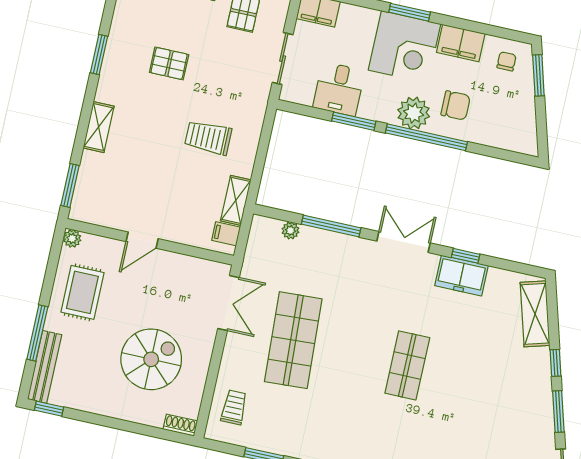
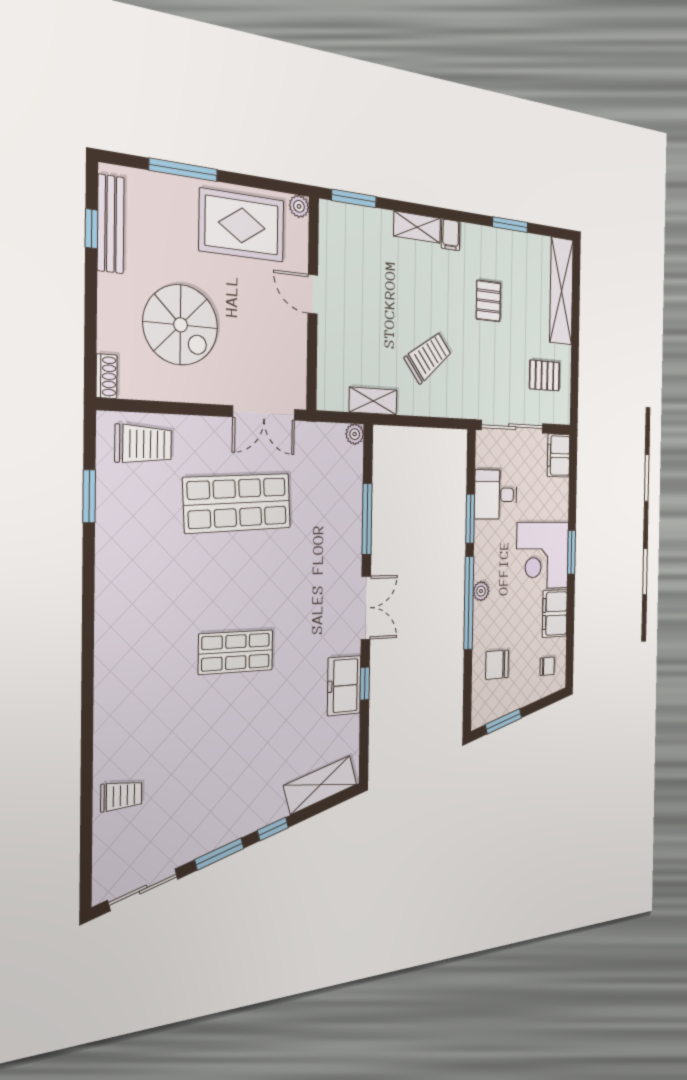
window: (99, 55) -> (510, 225), moved
sliding door: (283, 59) -> (512, 427), width x1.37
window: (538, 75) -> (504, 721), moved
chair: (456, 105) -> (497, 665), moved, turned 90
plant: (414, 113) -> (481, 591), width x0.53, depth x0.53
trolley: (208, 138) -> (428, 357), turned 52
plant: (290, 231) -> (355, 434), moved
filing cabinet: (226, 234) -> (451, 235), moved, turned 180
rug: (82, 292) -> (242, 225), width x1.36, depth x1.43
bench: (45, 367) -> (111, 224), moved, turned 90
trolley: (234, 407) -> (143, 444), width x1.36, depth x1.39
window: (49, 409) -> (91, 229), moved

